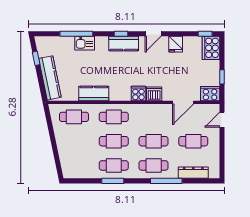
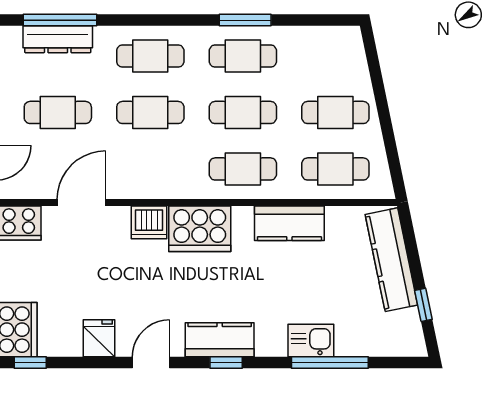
cooker: (138, 94) -> (200, 229), width x1.87, depth x1.31
cafe table: (74, 141) -> (335, 112), added
window: (166, 181) -> (60, 20), moved

